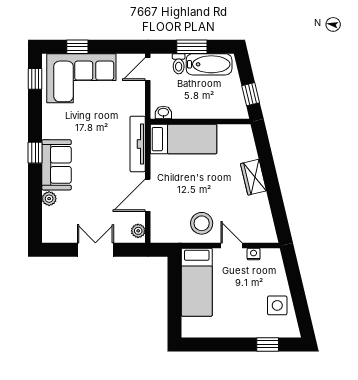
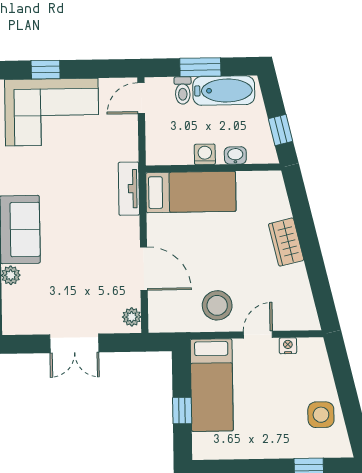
washing machine: (194, 111) -> (205, 154), added
washbasin: (163, 112) -> (235, 155), moved
tv unit: (138, 144) -> (129, 189), width x0.71
door: (148, 195) -> (144, 269), swing flipped
door: (231, 245) -> (258, 335), hinge flipped
double door: (95, 250) -> (74, 343), swing flipped
window: (174, 301) -> (182, 411), added

